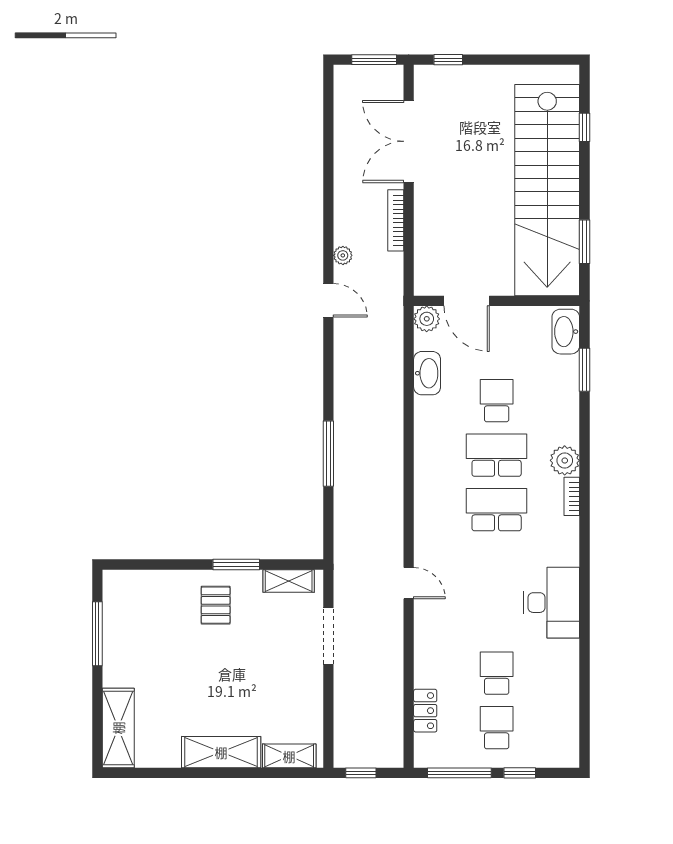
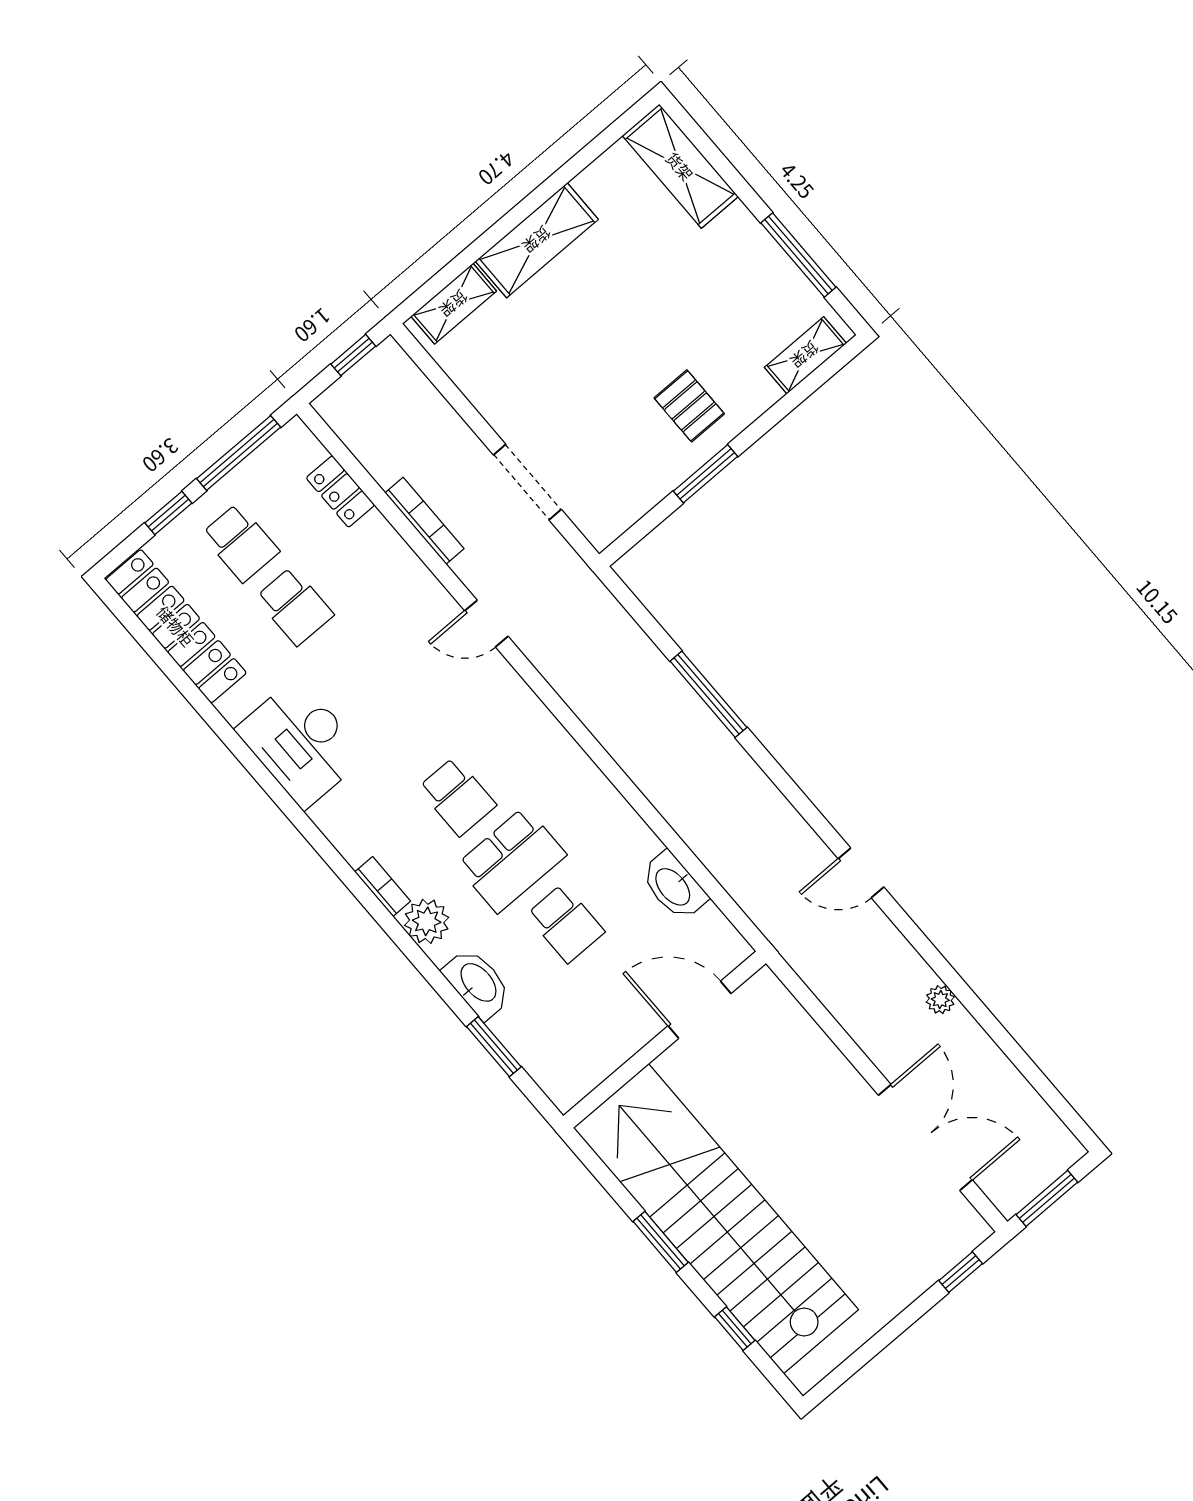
bookcase: (396, 220) -> (424, 521), moved
window: (585, 242) -> (661, 1242), moved
plant: (343, 255) -> (940, 1000), moved
plant: (427, 319) -> (728, 949), removed
washbasin: (566, 332) -> (477, 983), moved
school desk: (497, 510) -> (457, 796), width x0.54
shelving: (289, 581) -> (805, 355), moved
locker: (564, 713) -> (176, 626), added

